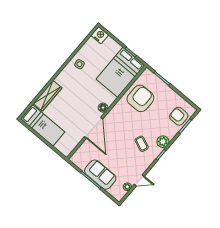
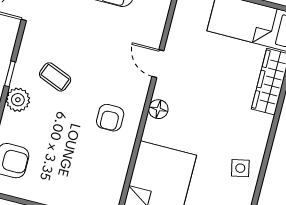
armchair: (140, 98) -> (110, 118), moved, width x0.53, depth x0.53
door: (94, 128) -> (158, 64), width x0.53

